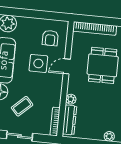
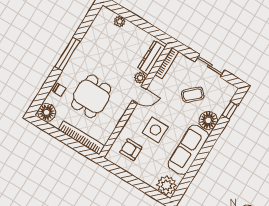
armchair: (50, 38) -> (131, 150), turned -90
door: (67, 66) -> (139, 95), moved

